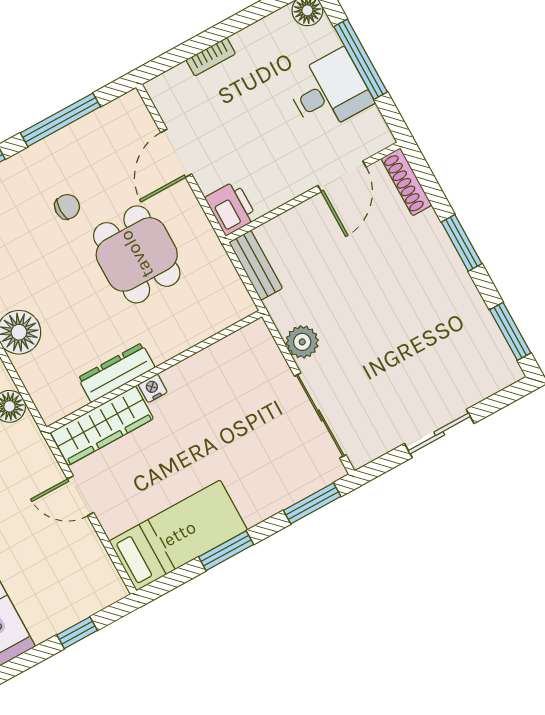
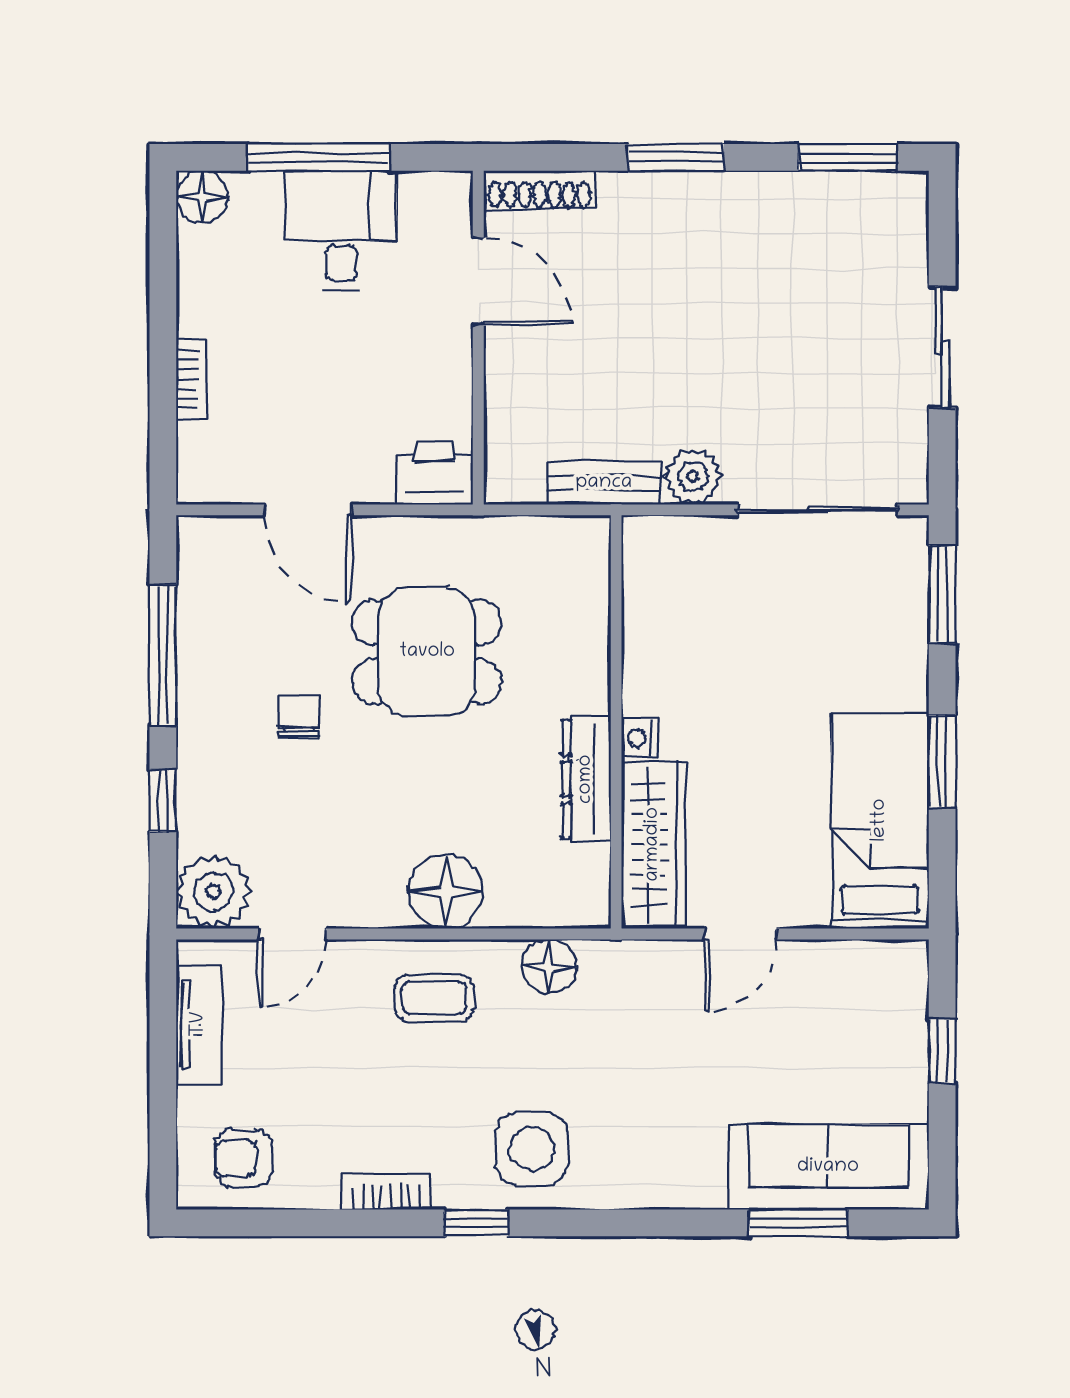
bench: (256, 265) -> (604, 483), moved

